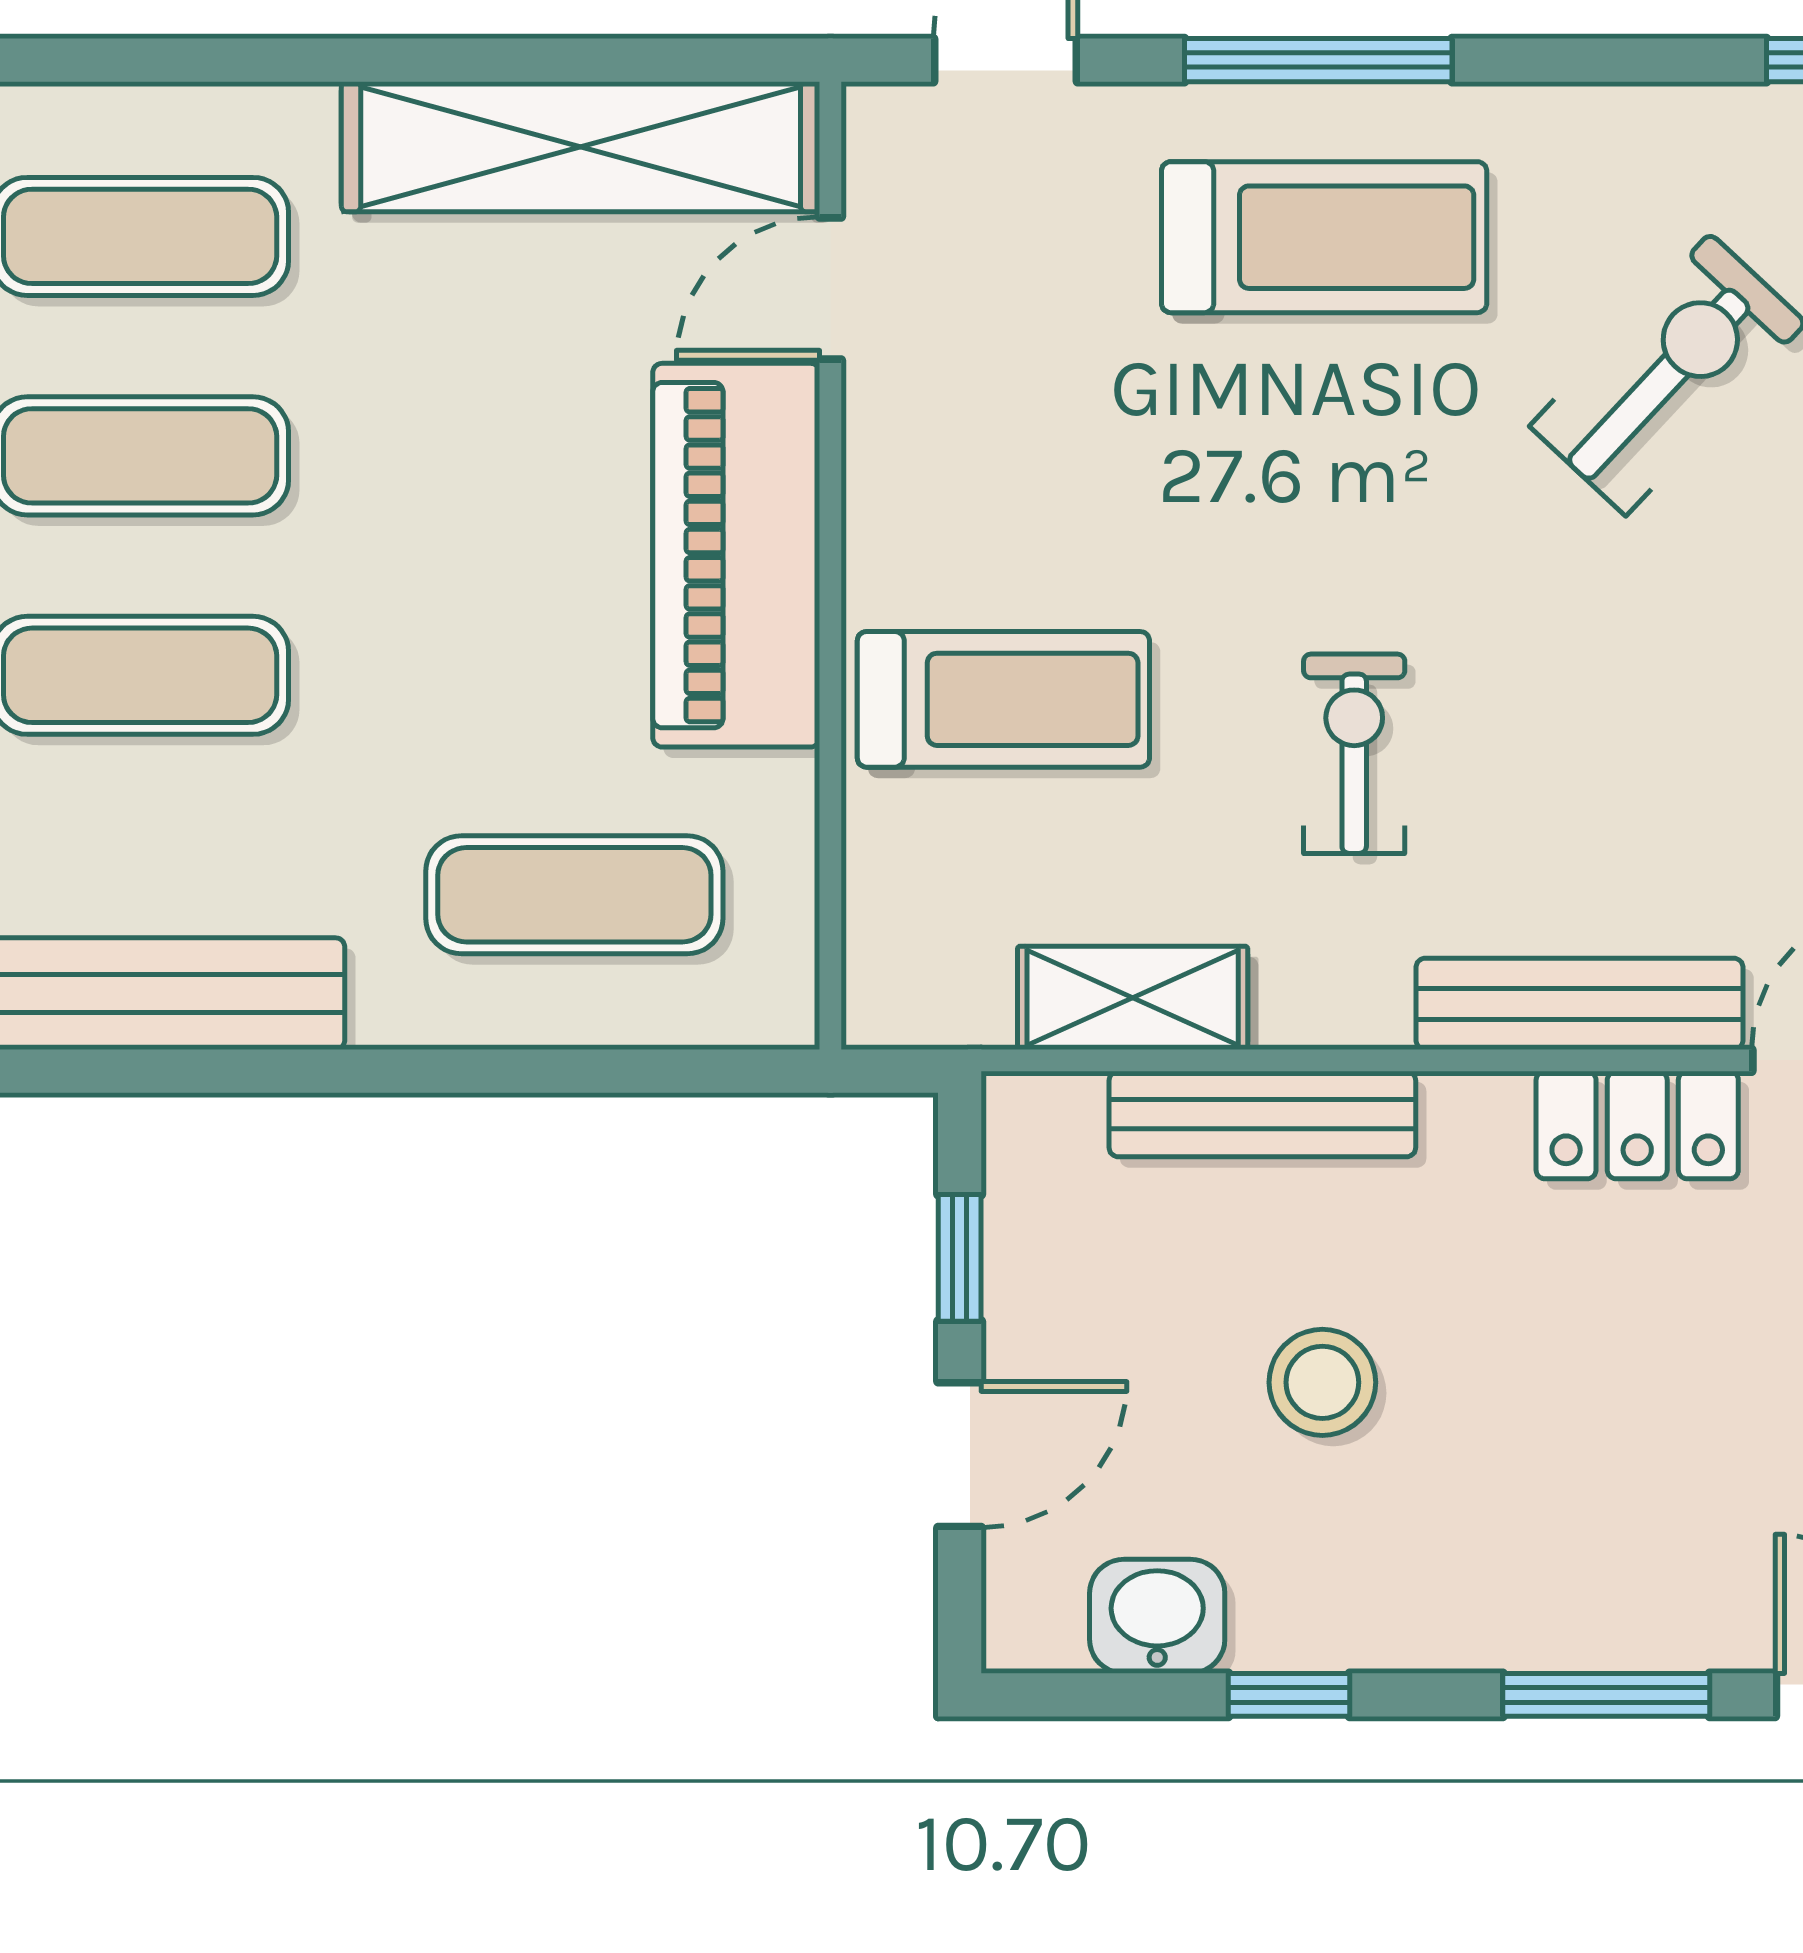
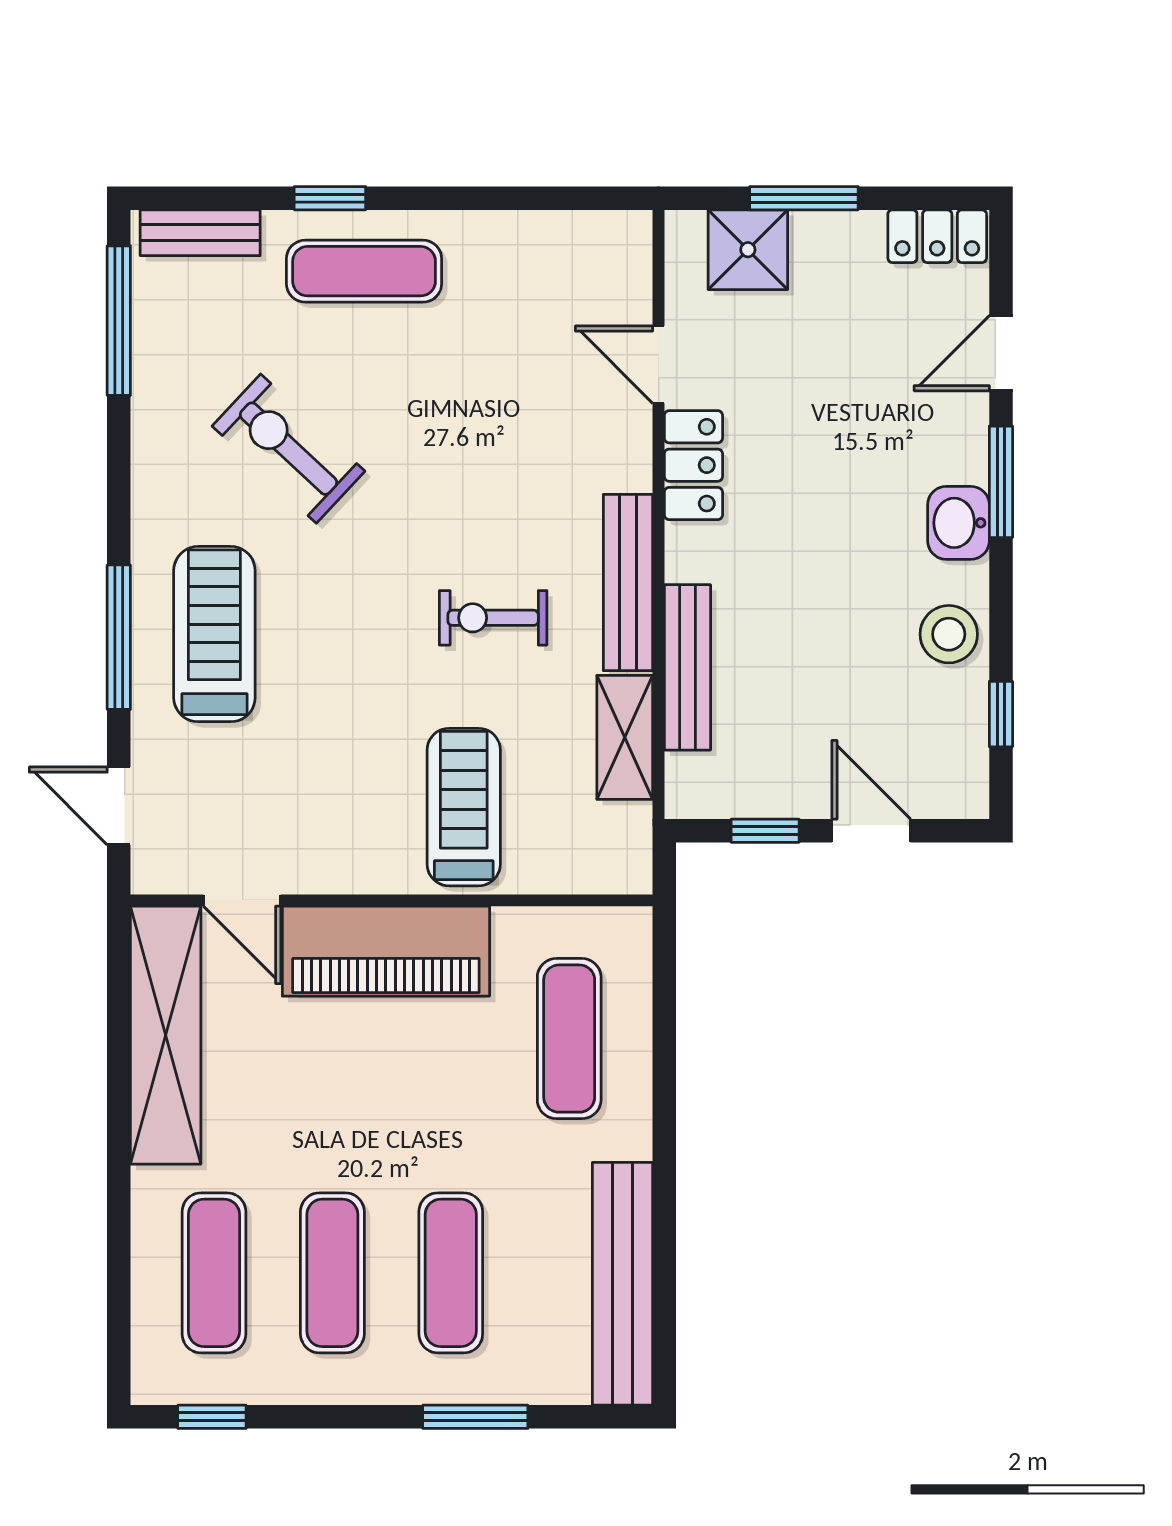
bench: (1579, 1004) -> (628, 582), moved
stool: (1322, 1382) -> (949, 634), moved
washbasin: (1157, 1616) -> (958, 523), moved
window: (1289, 1695) -> (1001, 714), moved

